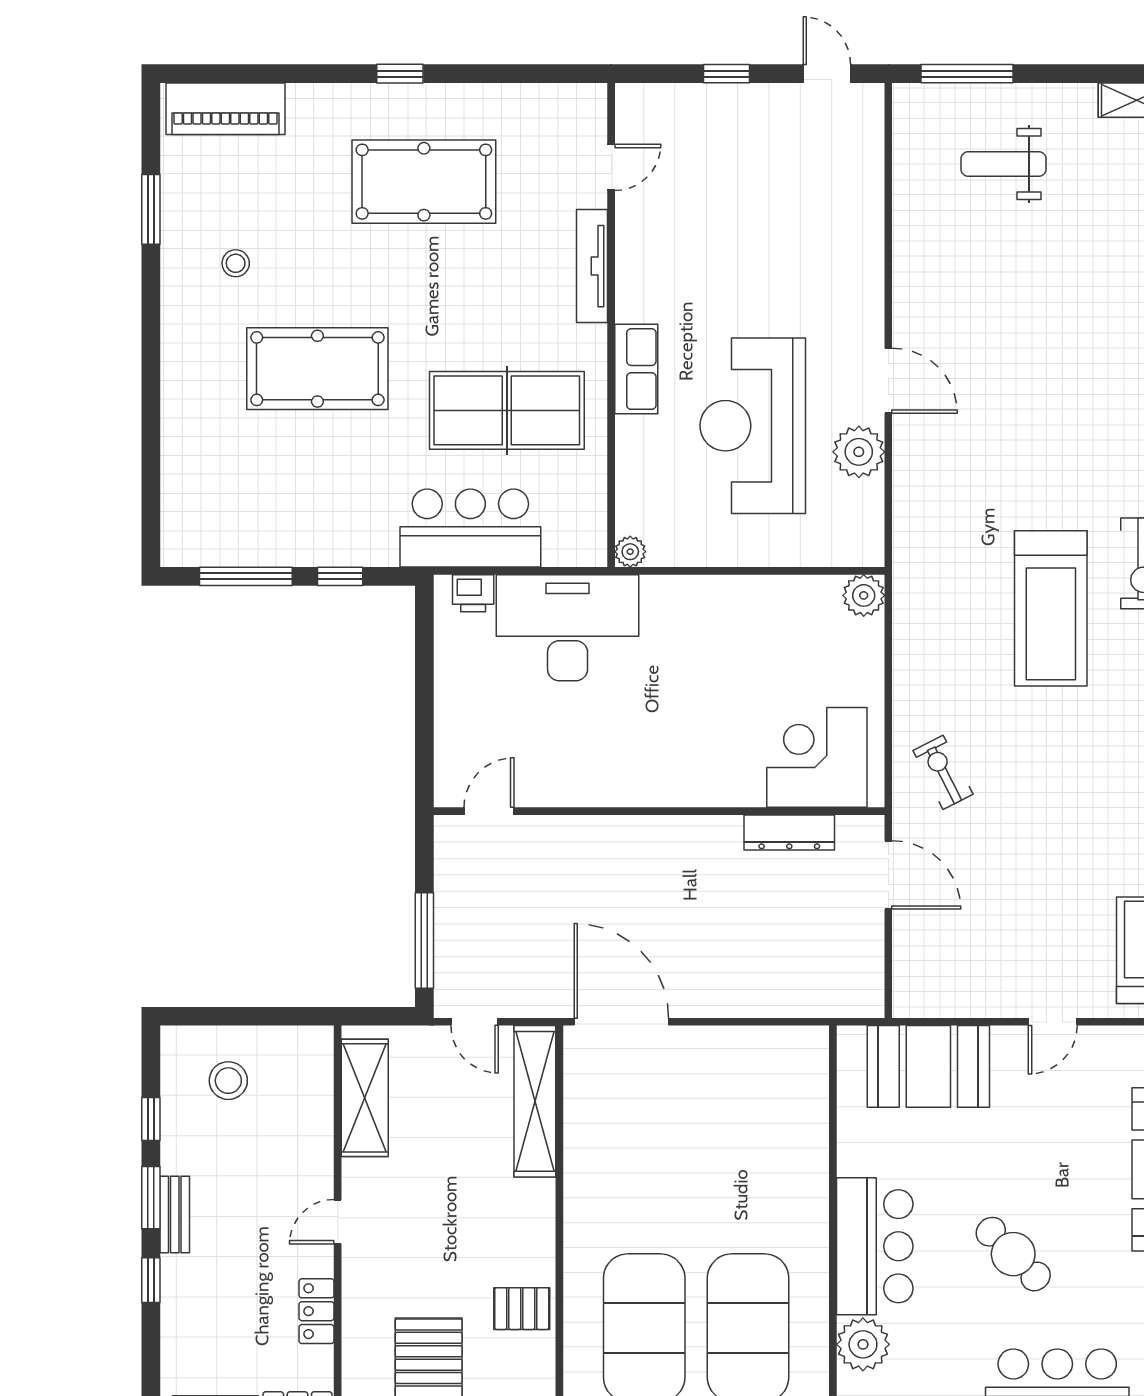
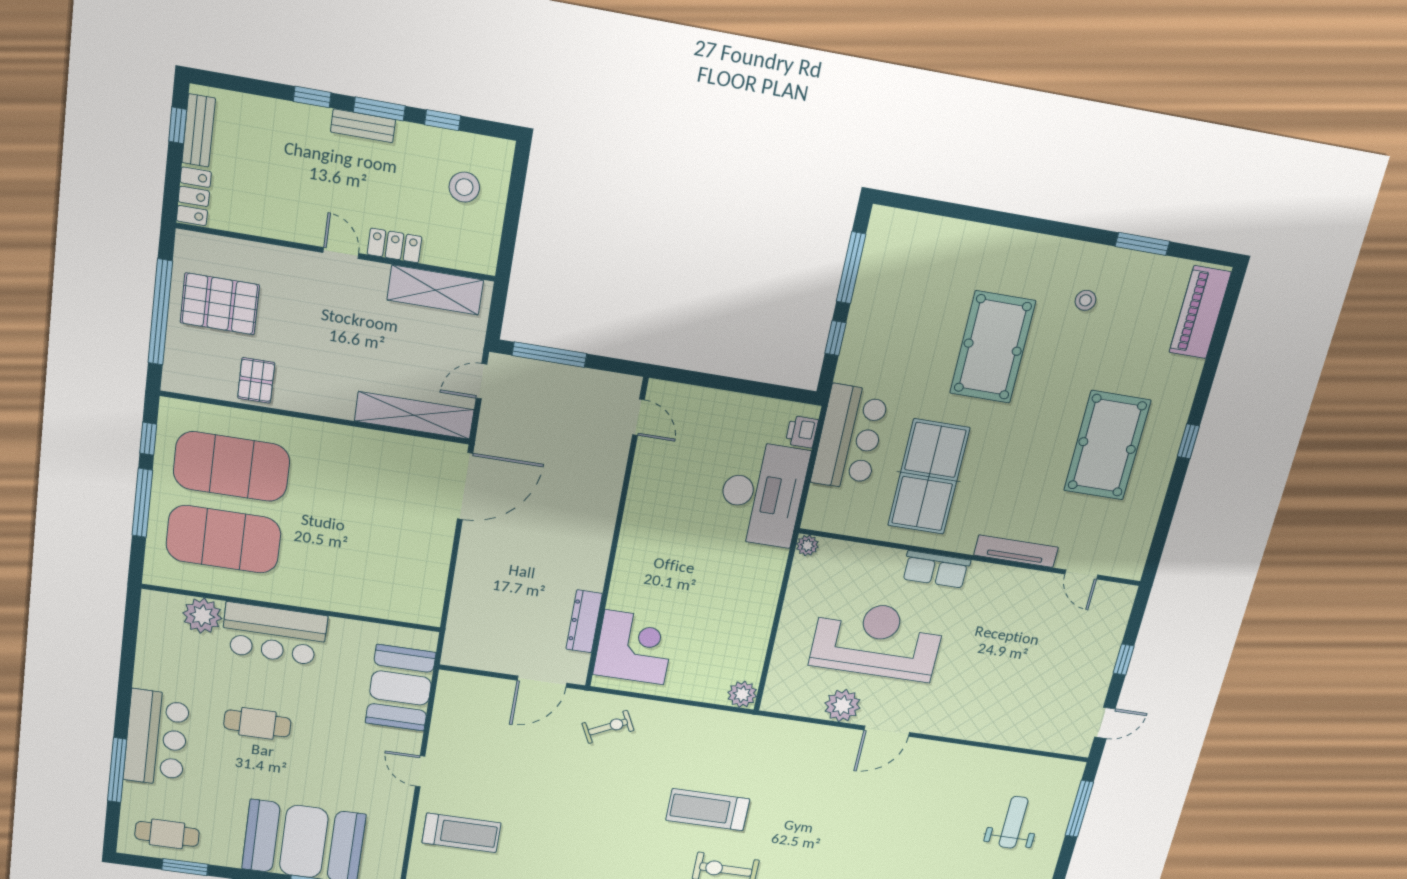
treadmill: (1051, 608) -> (708, 810), width x0.73, depth x0.73
cafe table: (1013, 1254) -> (257, 723), turned 45
locker: (317, 1311) -> (394, 245), moved

